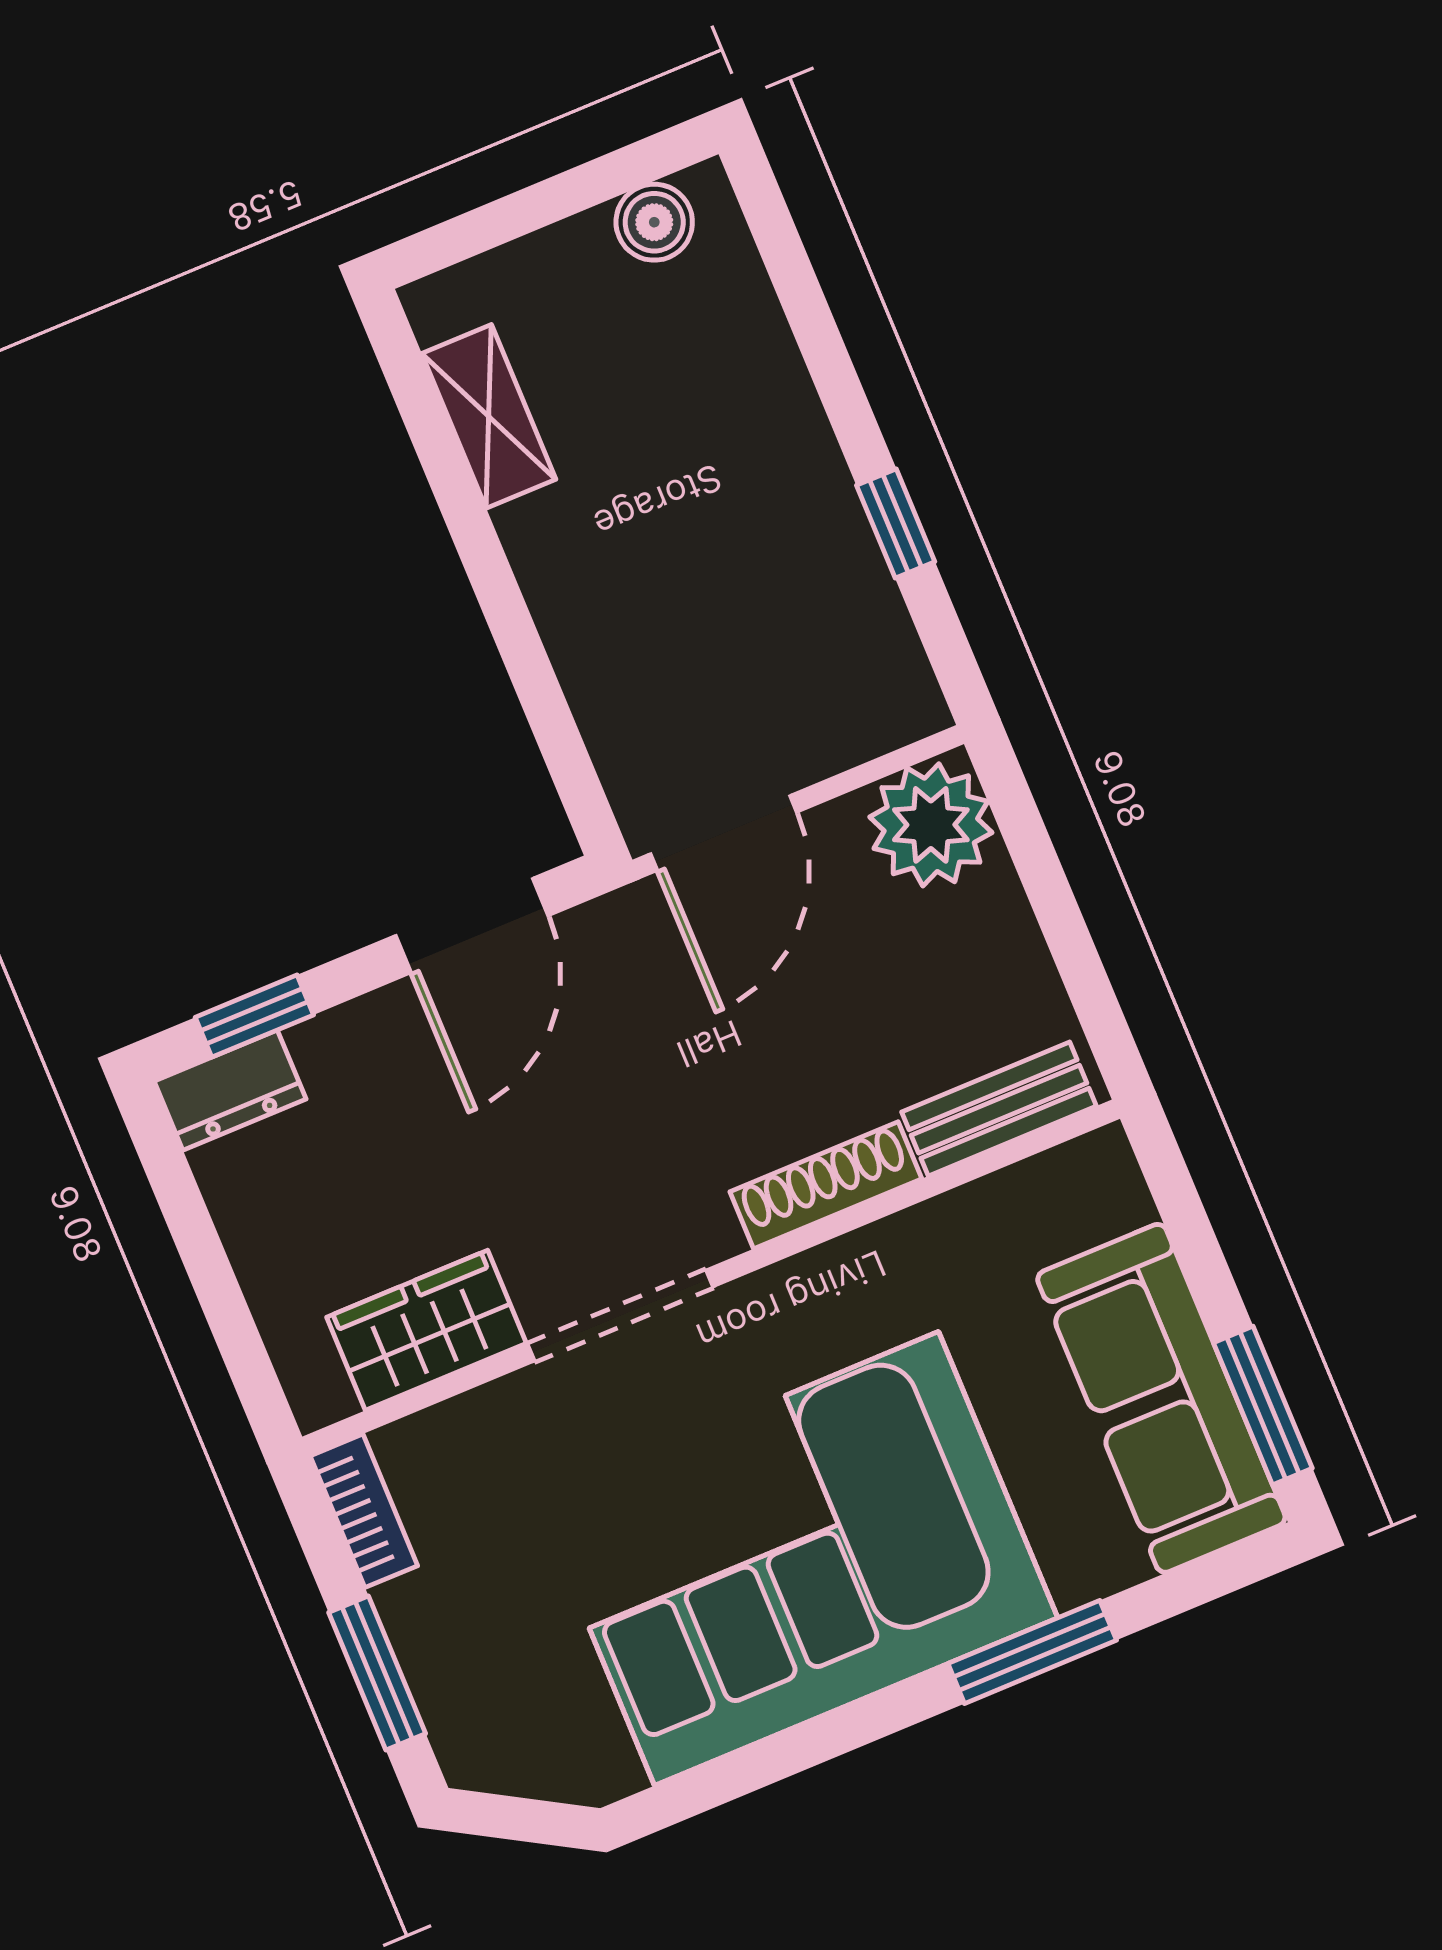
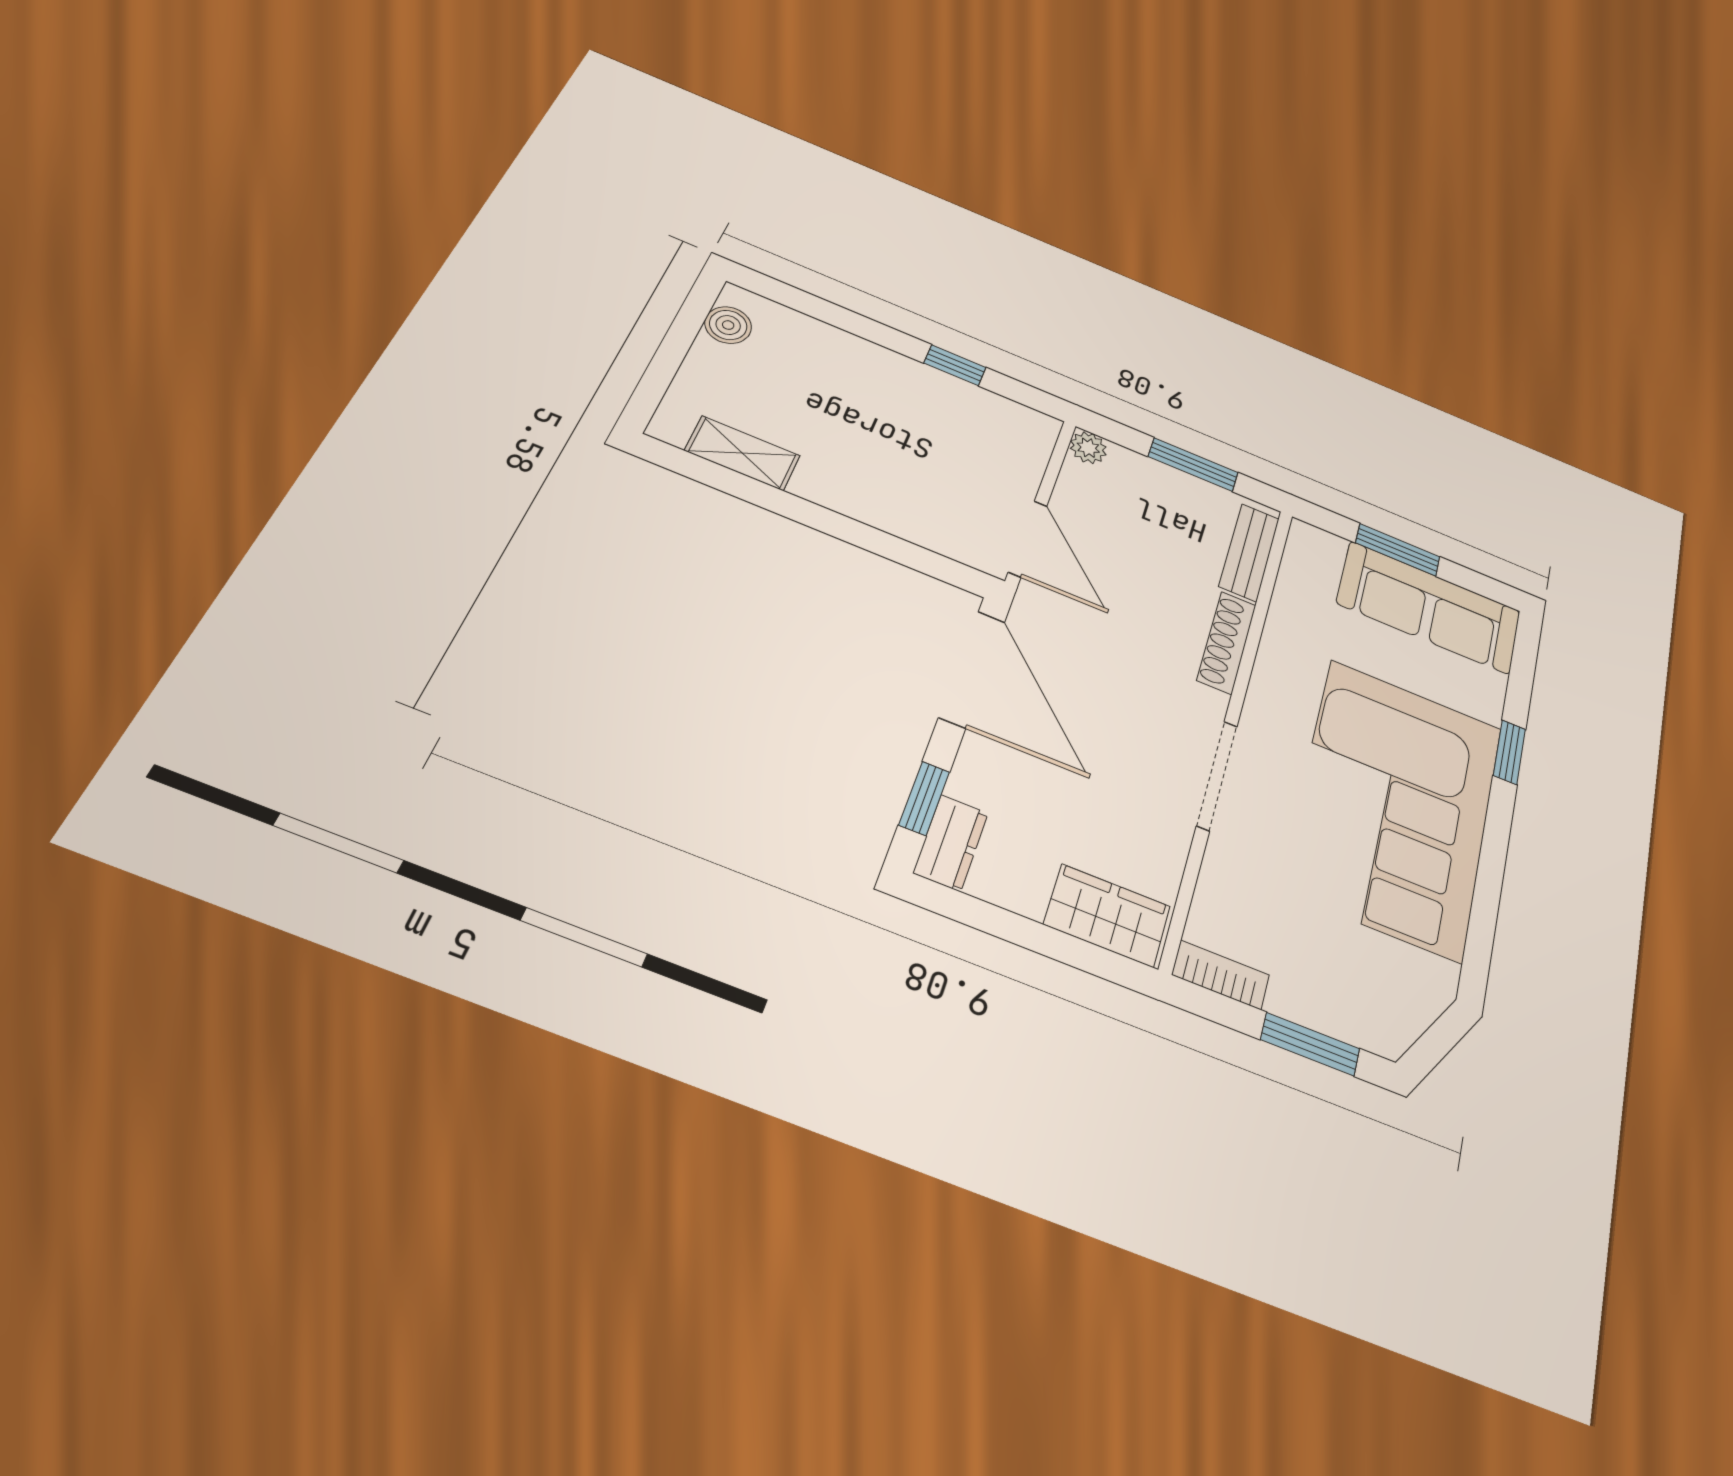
plant: (931, 825) -> (1088, 448), width x0.53, depth x0.53
door: (472, 926) -> (972, 669), width x1.36
window: (1066, 933) -> (1193, 465), added
wardrobe: (426, 1330) -> (1107, 915), moved, turned 90
window: (1263, 1406) -> (1398, 550), moved
window: (1032, 1652) -> (1509, 752), width x0.67

